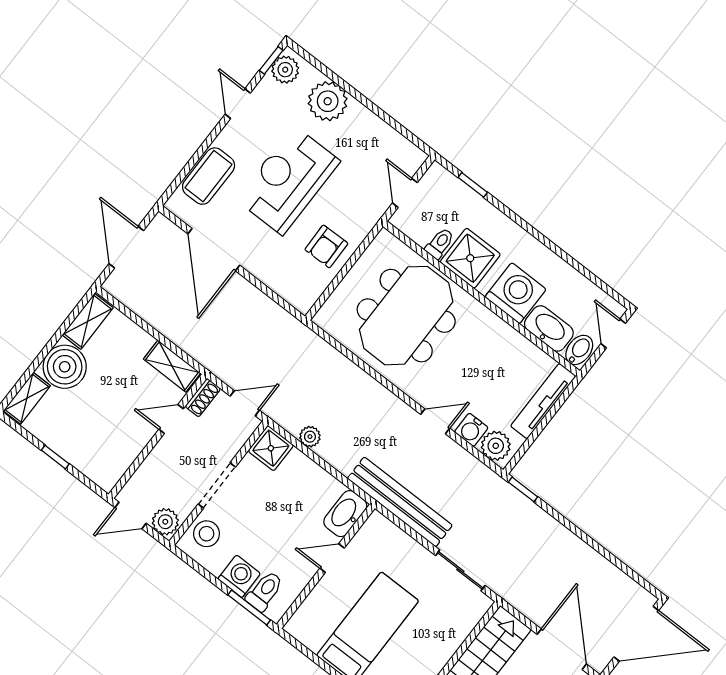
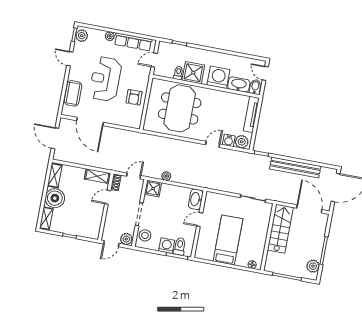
plant: (328, 101) -> (110, 36), width x0.53, depth x0.53
row of seats: (381, 135) -> (133, 42), added
door: (405, 193) -> (154, 60), hinge flipped
bench: (400, 502) -> (295, 168), moved

